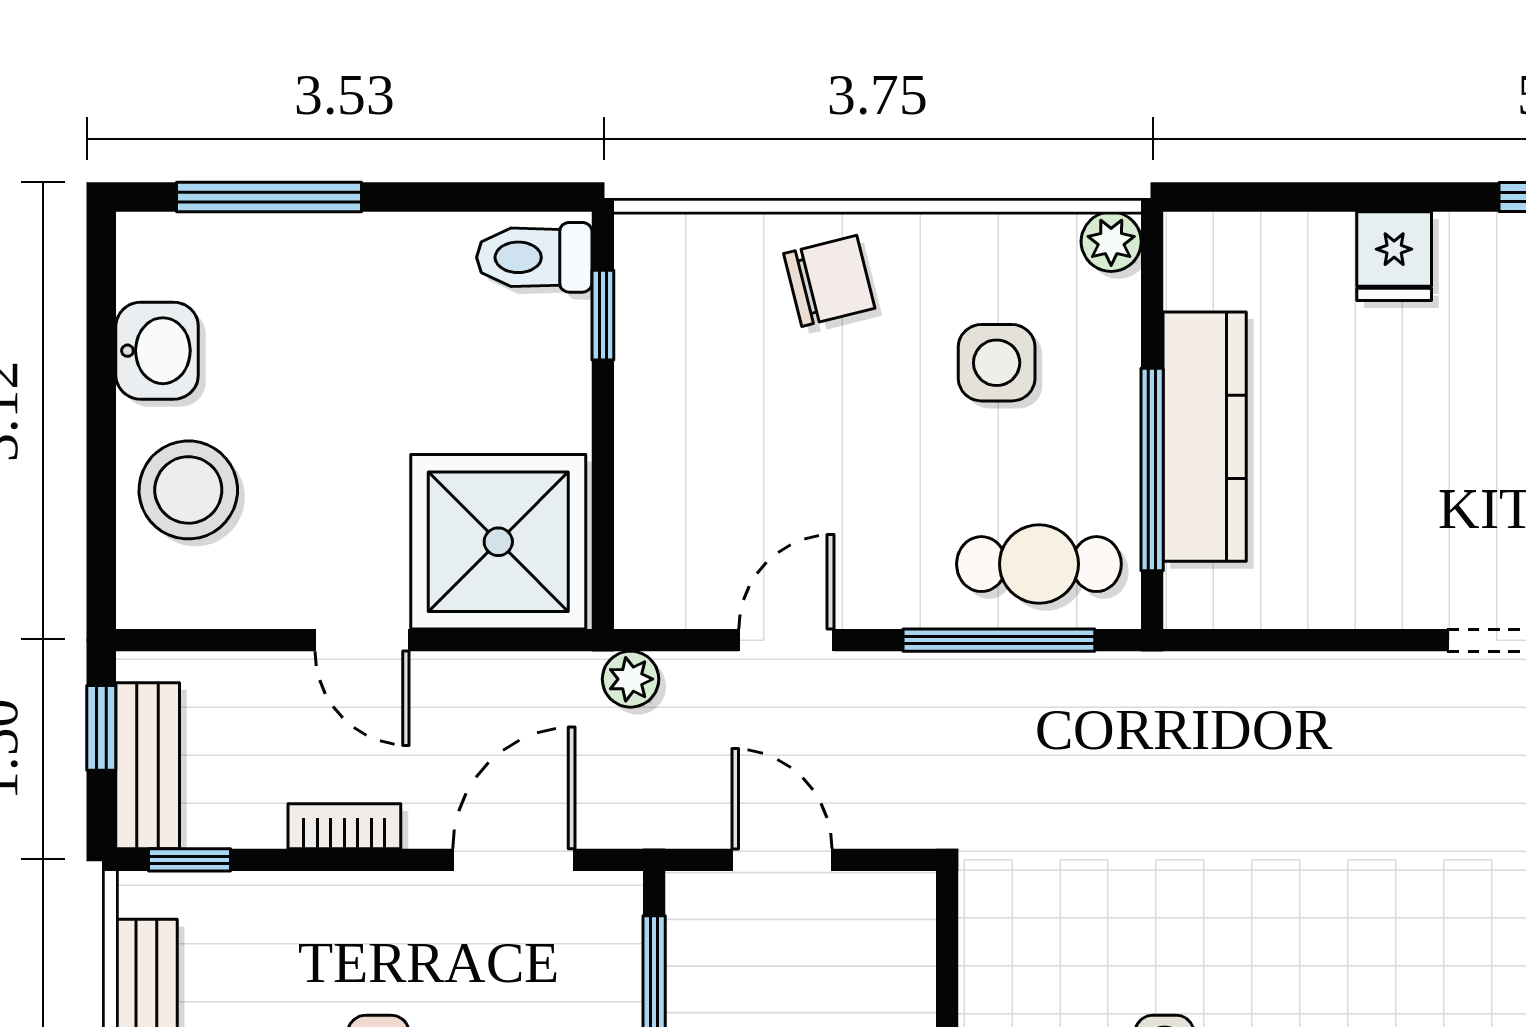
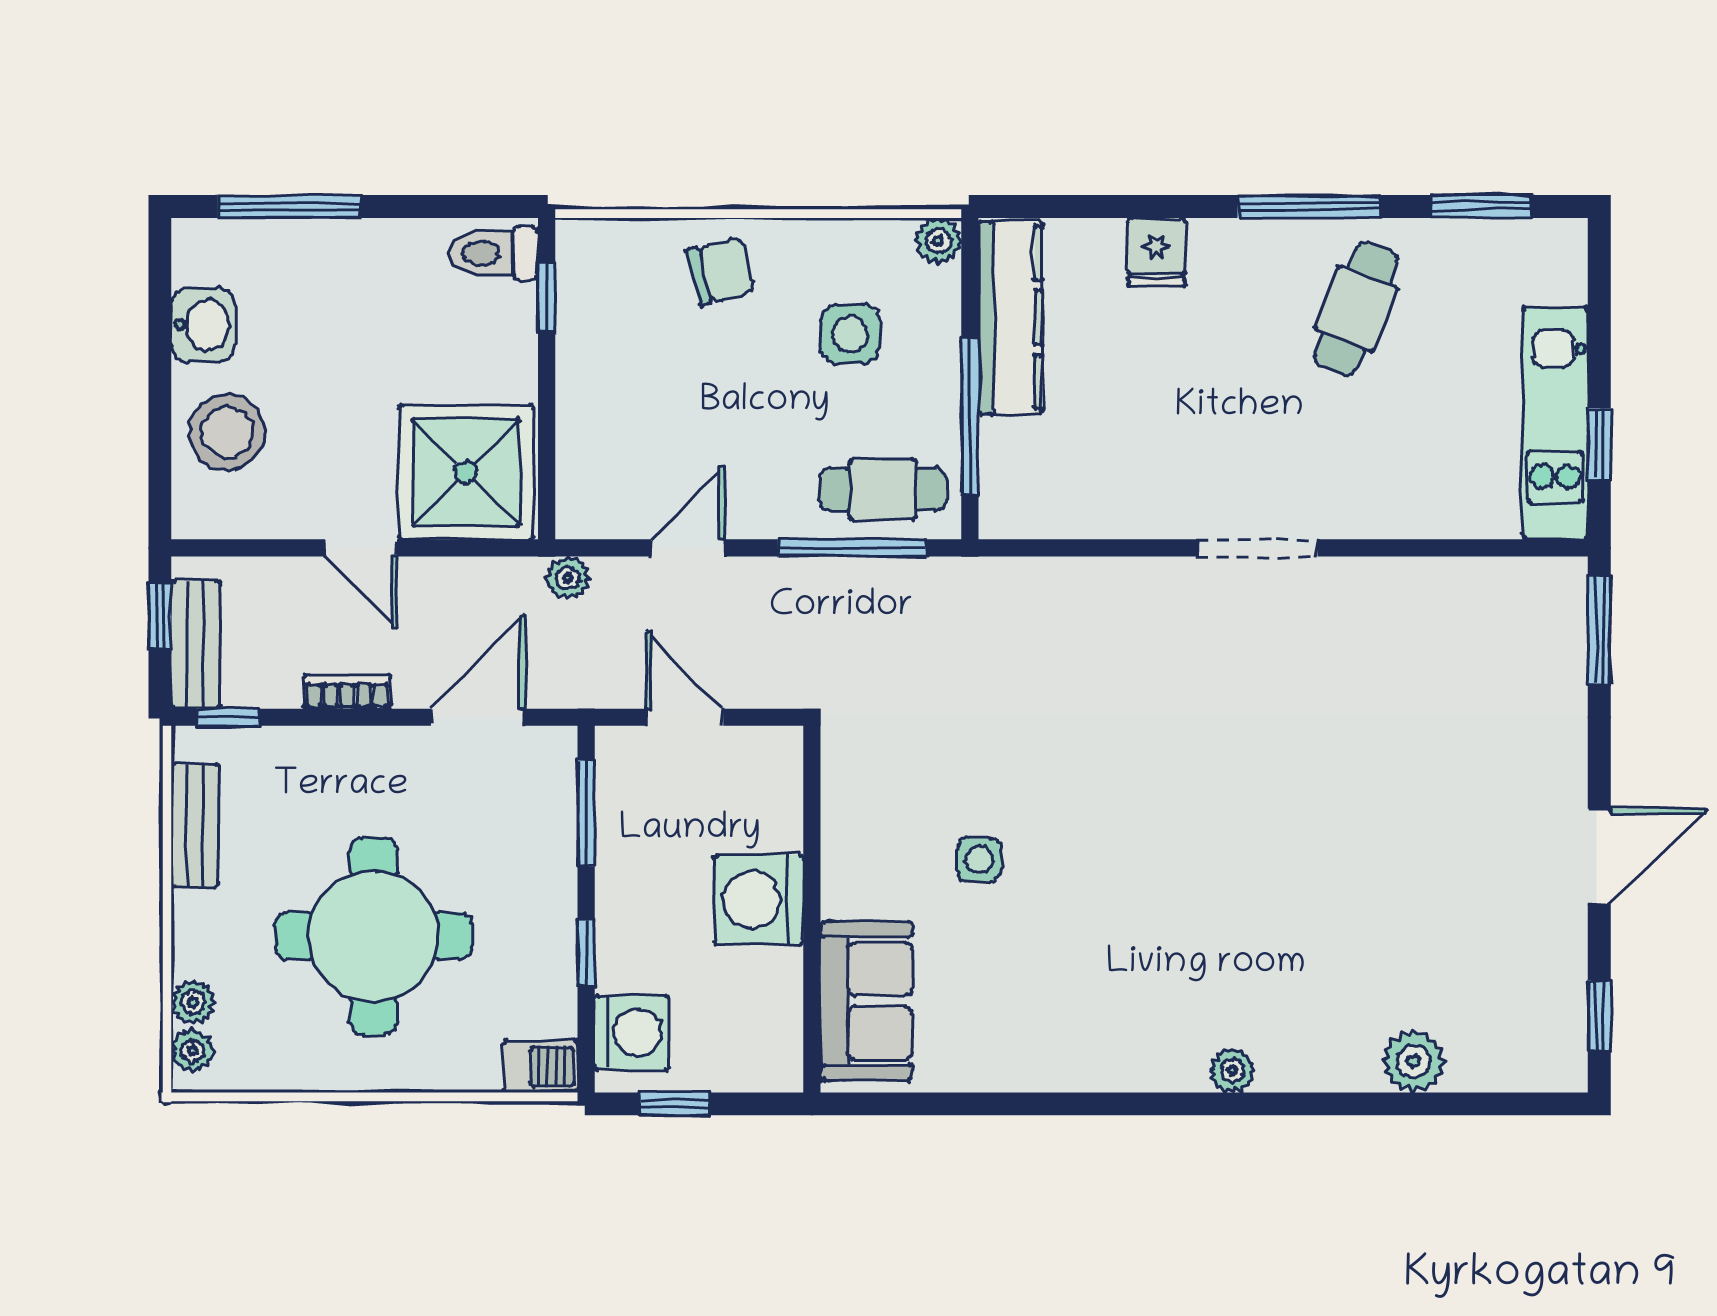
kitchen counter: (1205, 437) -> (1010, 318), moved

